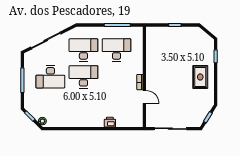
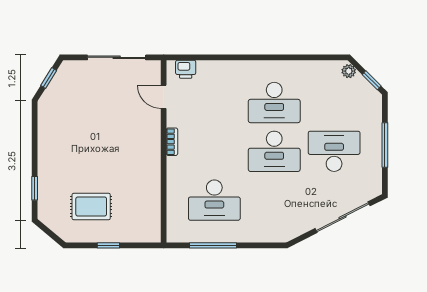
desk: (83, 50) -> (274, 102), moved
rug: (200, 77) -> (91, 207), moved, turned 90
door: (144, 97) -> (164, 97), moved
printer: (110, 122) -> (186, 69), moved

